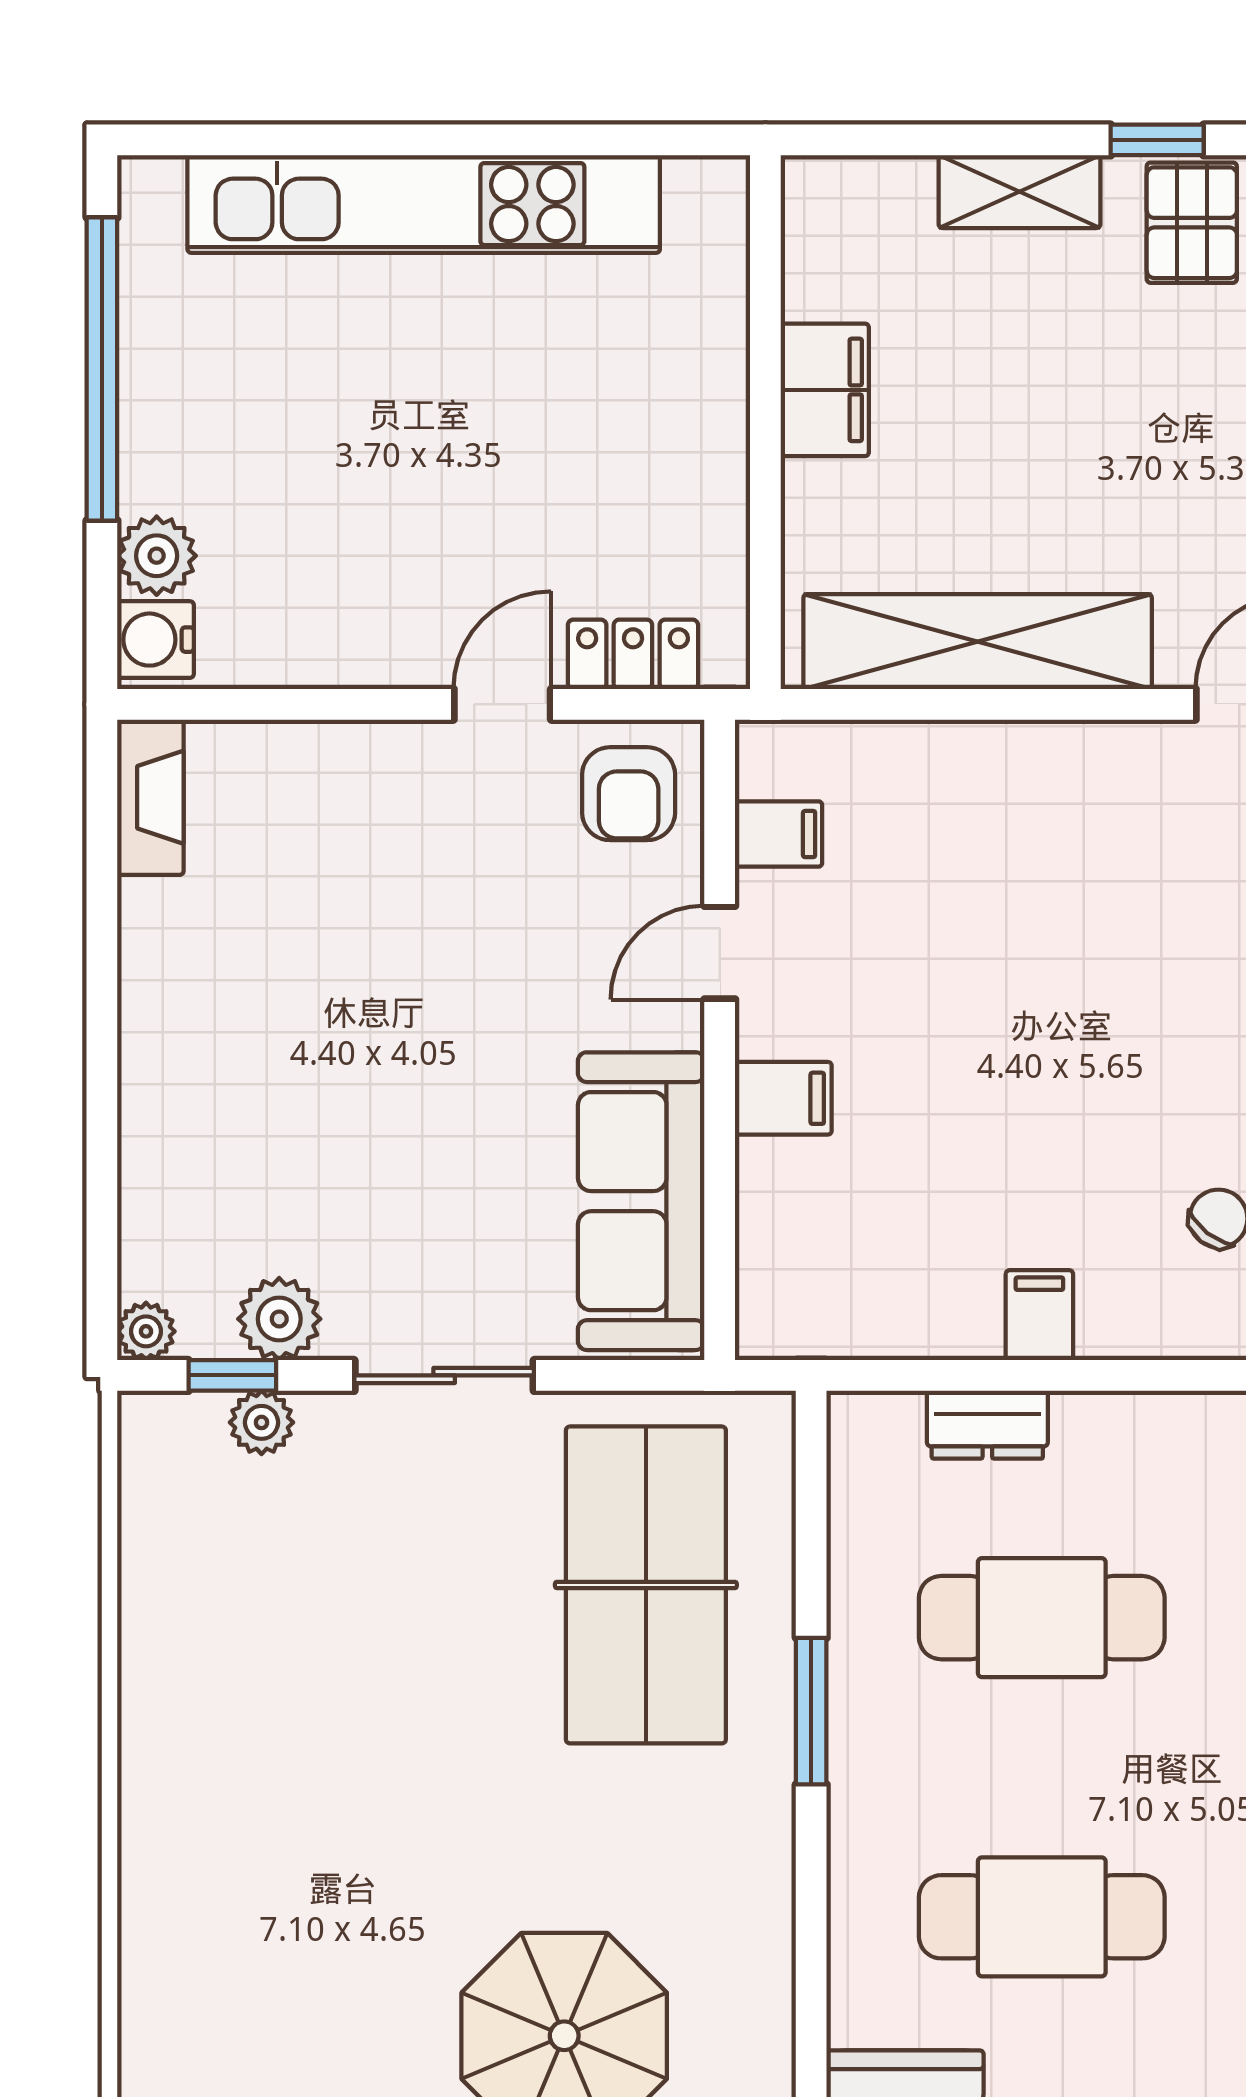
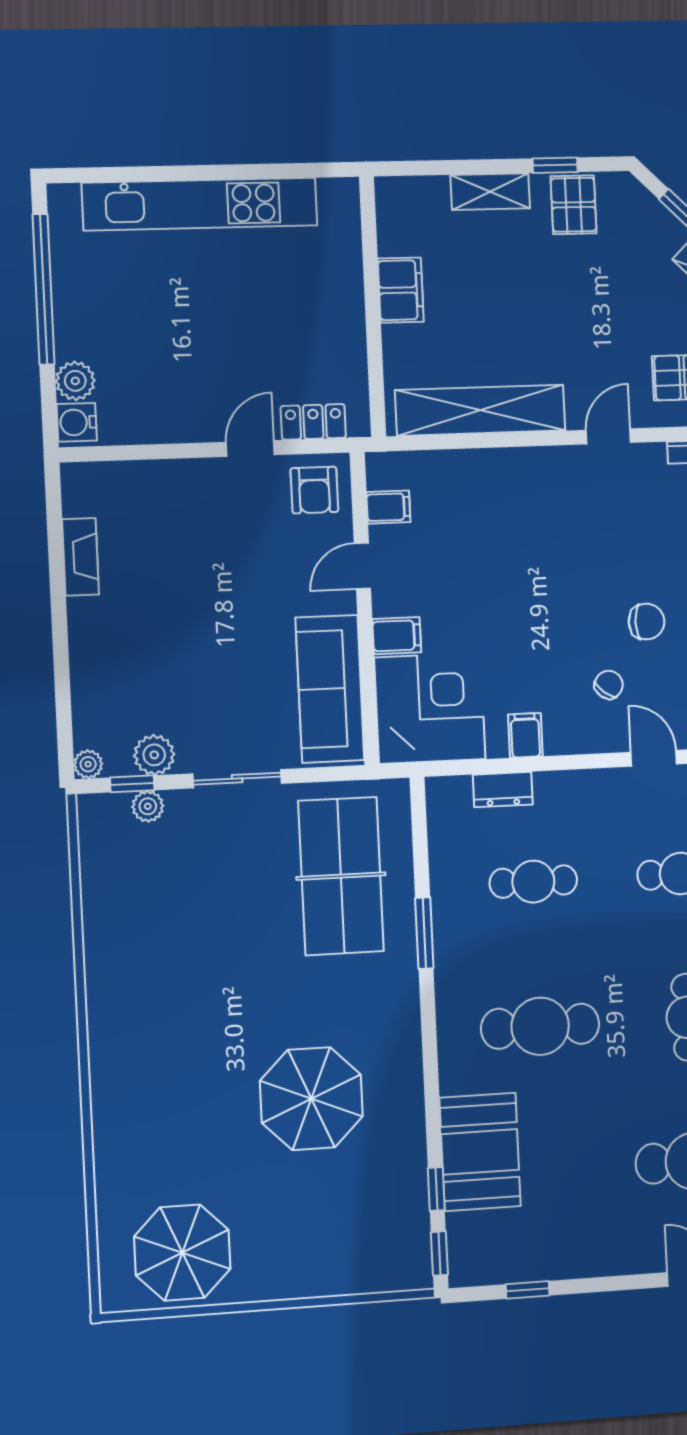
fireplace: (150, 797) -> (81, 557), moved
corner desk: (845, 1250) -> (430, 708), added
cafe table: (1042, 1618) -> (533, 882), width x0.73, depth x0.74

